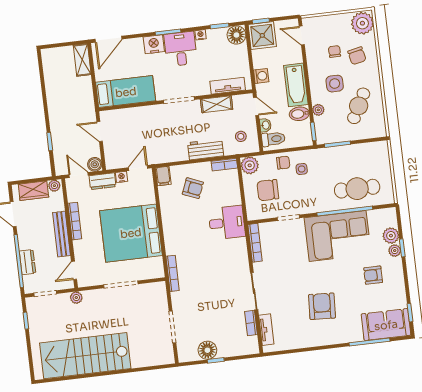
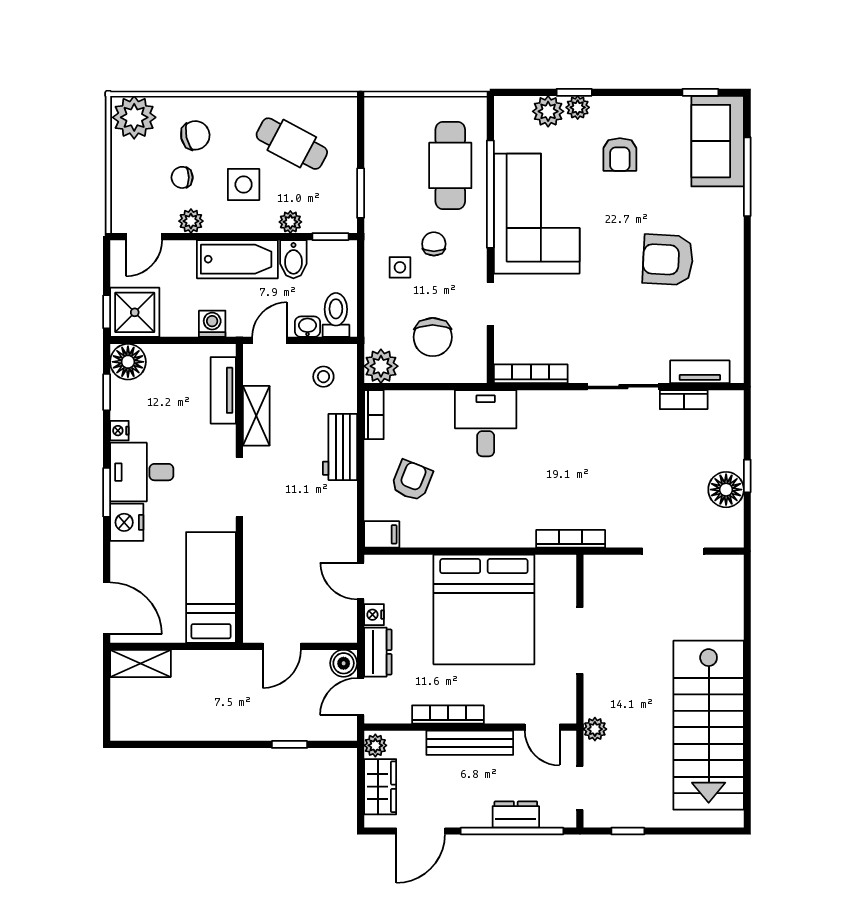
plant: (313, 59) -> (191, 221), added
chair: (283, 163) -> (434, 244), moved

